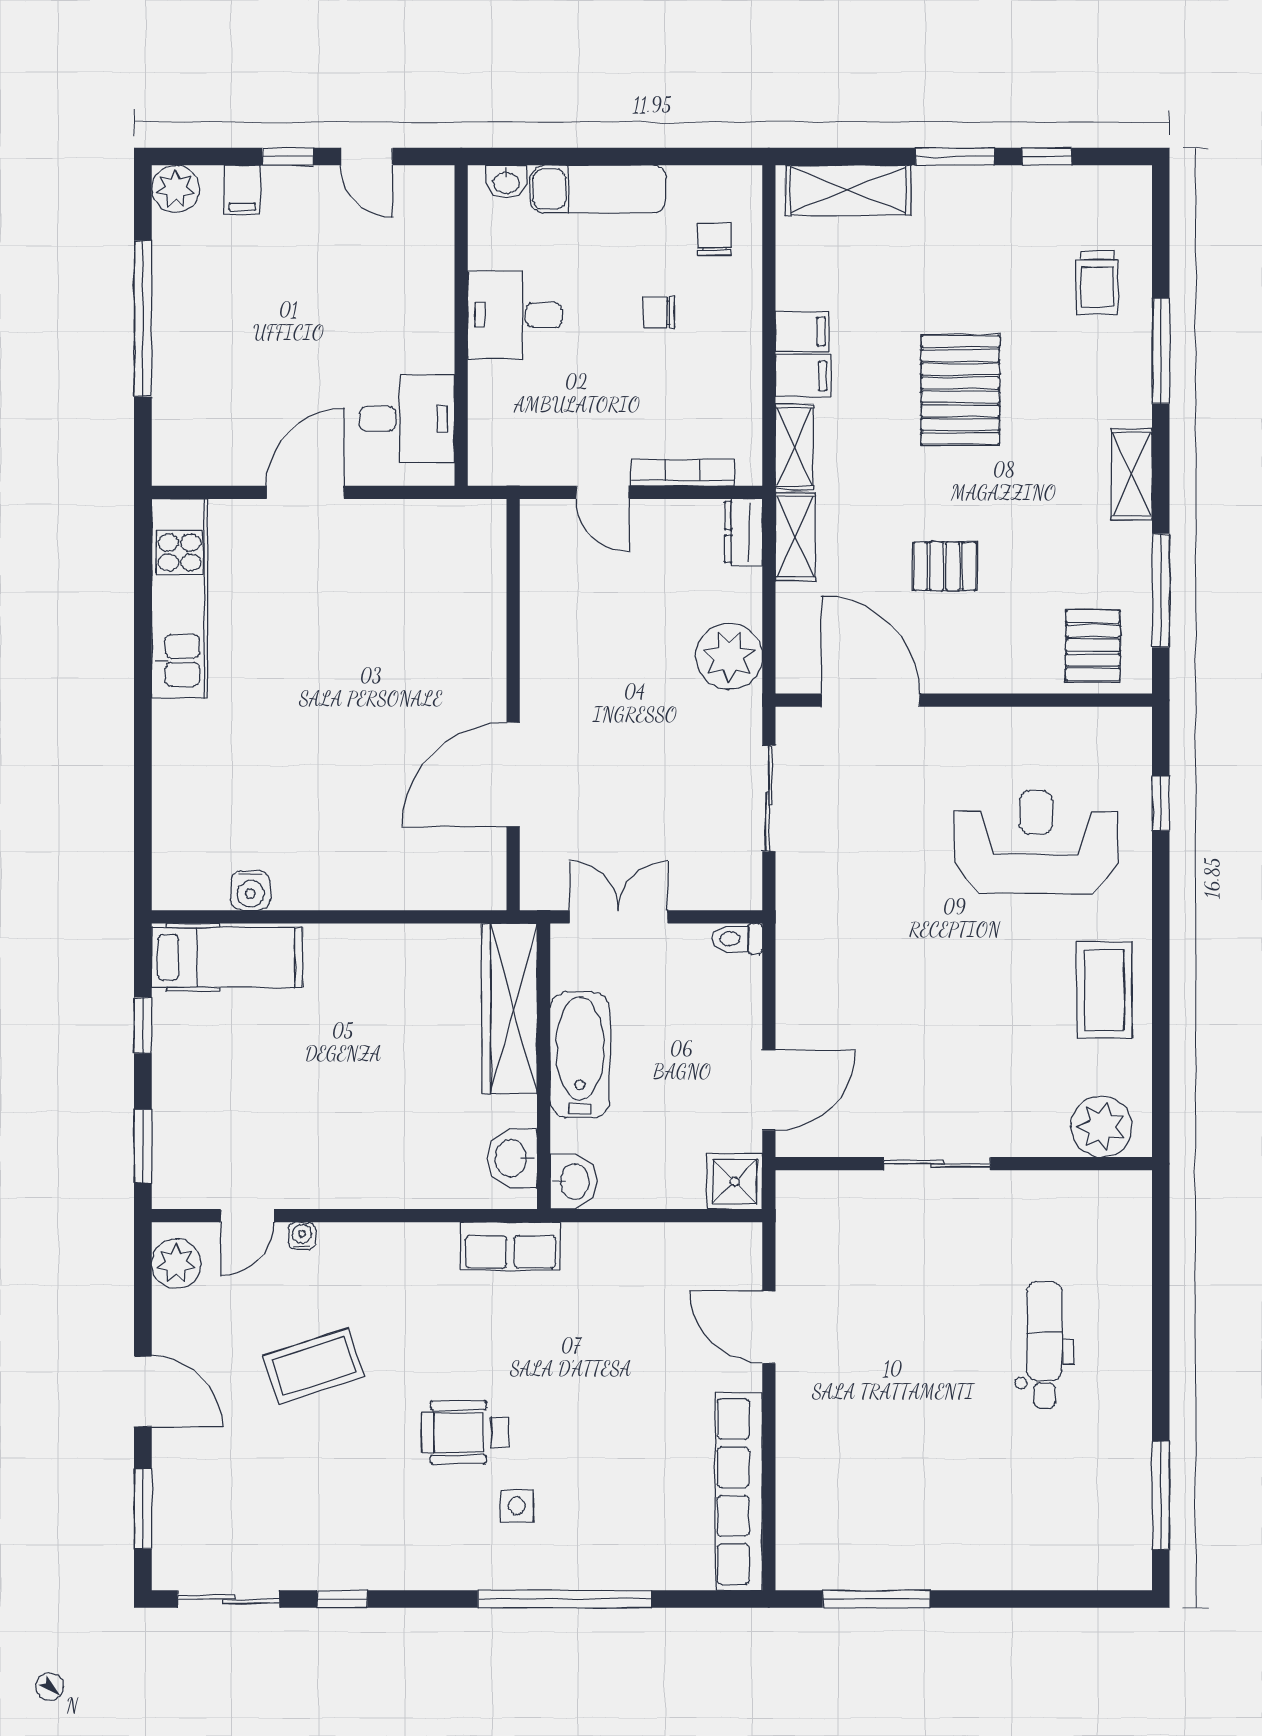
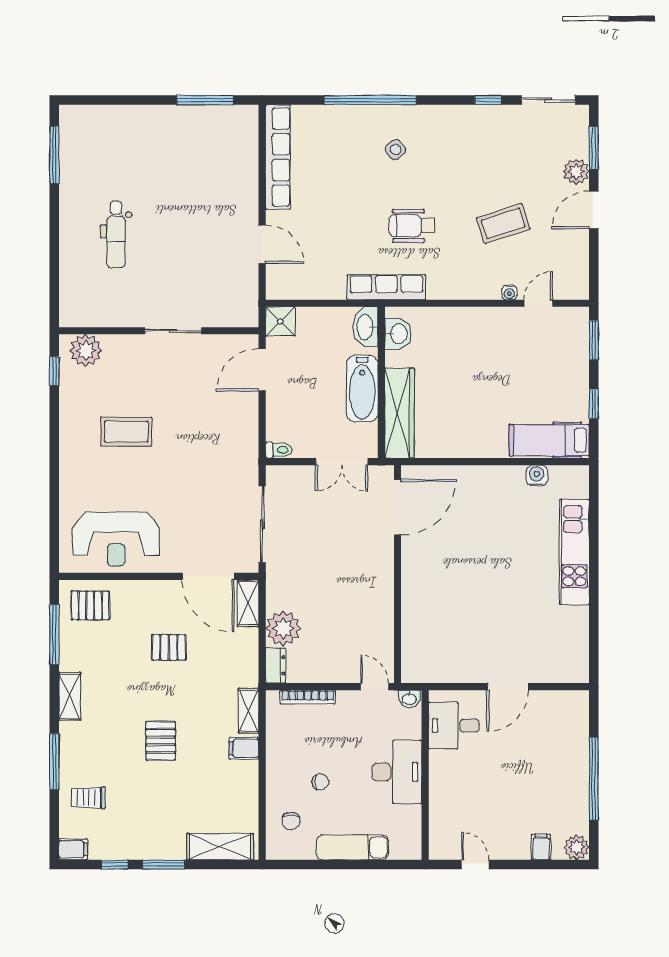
window: (288, 157) -> (517, 865), removed
washbasin: (506, 182) -> (409, 699), moved, turned 180
trolley: (1097, 283) -> (88, 798), turned -90
desk: (515, 315) -> (397, 772), width x1.37
filing cabinet: (802, 331) -> (73, 849), moved, turned 180
pallet: (960, 390) -> (161, 741), width x0.67, depth x0.71
door: (603, 492) -> (374, 687), moved
shelving: (795, 537) -> (248, 603), moved
kitchen unit: (180, 598) -> (574, 552), moved
pallet: (1093, 645) -> (90, 605), turned 90
plant: (729, 656) -> (283, 628), moved
door: (513, 774) -> (398, 507), moved
sliding door: (769, 798) -> (262, 524), width x1.37
window: (1161, 803) -> (54, 371), moved
reception desk: (1036, 842) -> (116, 539), moved
coffee table: (1104, 990) -> (126, 432), moved, turned 90
washbasin: (573, 1182) -> (366, 327), width x1.38
row of seats: (510, 1246) -> (386, 287), width x1.48
plant: (176, 1264) -> (576, 172), moved
door: (143, 1392) -> (594, 210), hinge flipped
wheelchair: (465, 1433) -> (412, 226), moved, turned 180
side table: (517, 1506) -> (396, 150), turned -38

